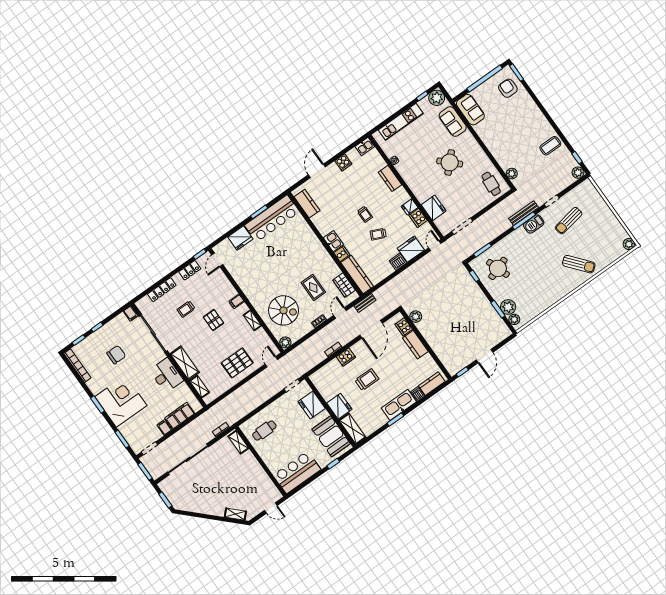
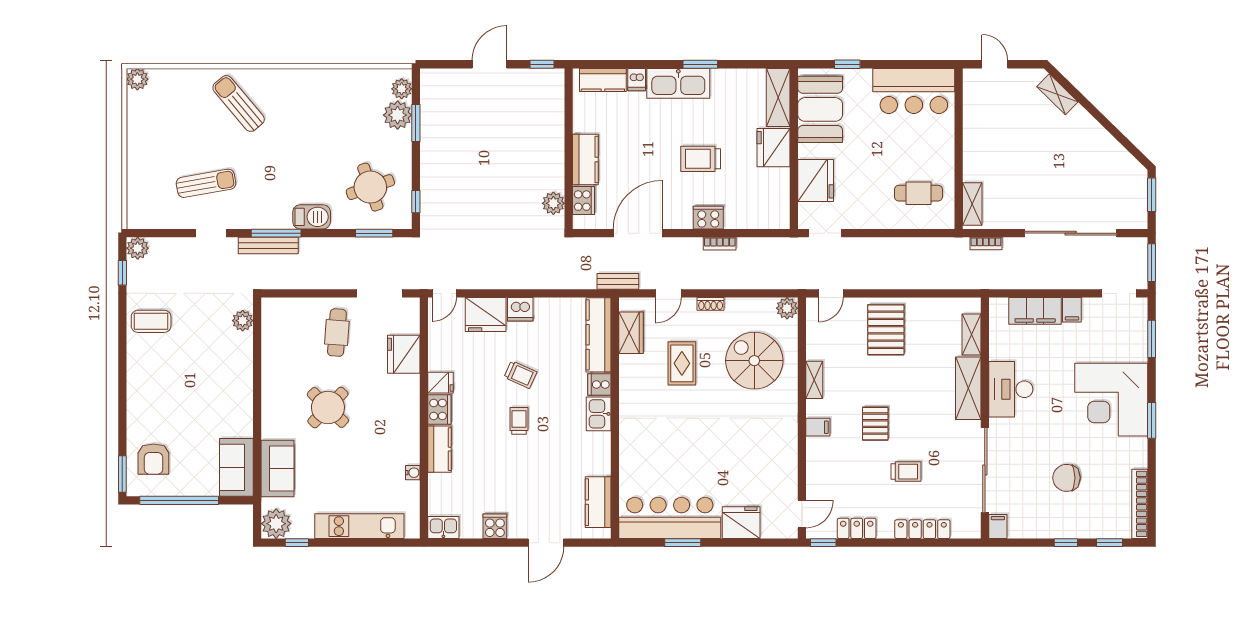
cafe table: (491, 184) -> (337, 333), moved
cooker: (418, 218) -> (439, 409), moved
barbecue: (534, 224) -> (312, 217), moved
pallet: (237, 363) -> (886, 330), turned 90

